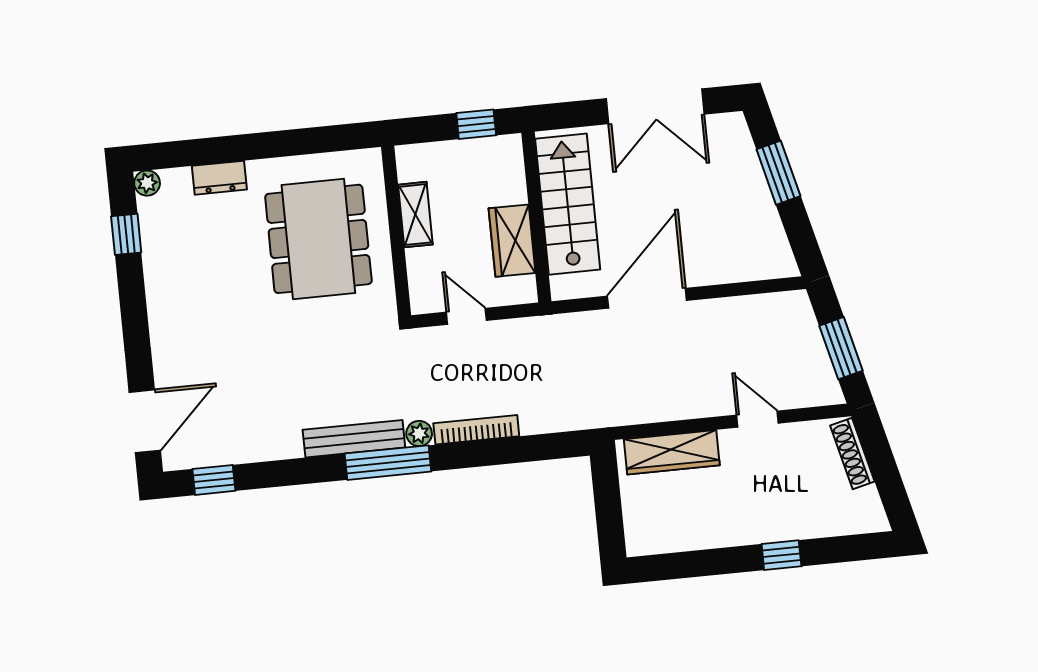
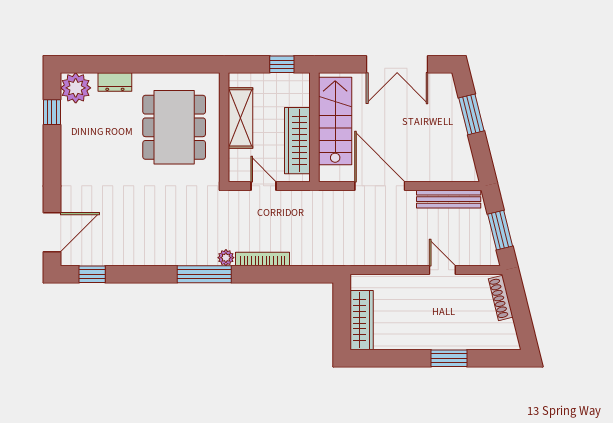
plant: (147, 183) -> (76, 88), width x1.88, depth x1.88
shelving: (415, 215) -> (240, 118), width x1.50, depth x1.33
wardrobe: (512, 241) -> (297, 141), width x1.50
door: (647, 298) -> (380, 186), hinge flipped
bench: (354, 439) -> (449, 199), moved
wardrobe: (672, 452) -> (362, 320), moved, turned -90
window: (781, 555) -> (449, 358), width x1.50

